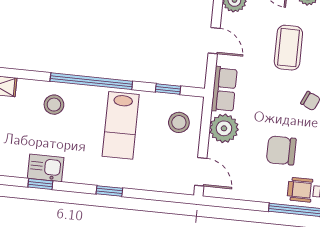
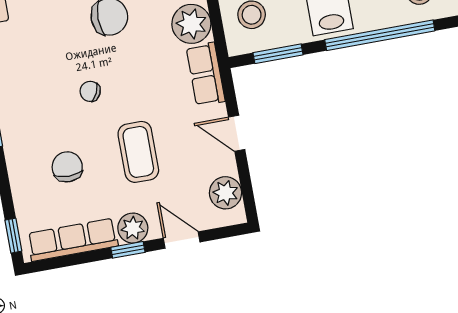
window: (168, 89) -> (278, 54), width x1.50

